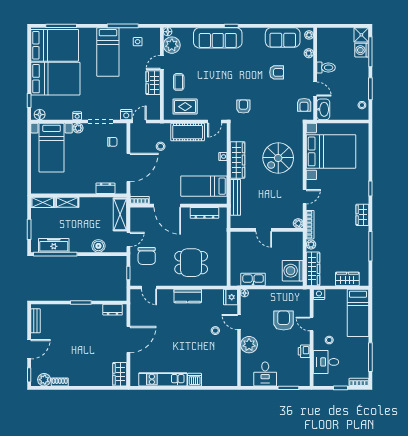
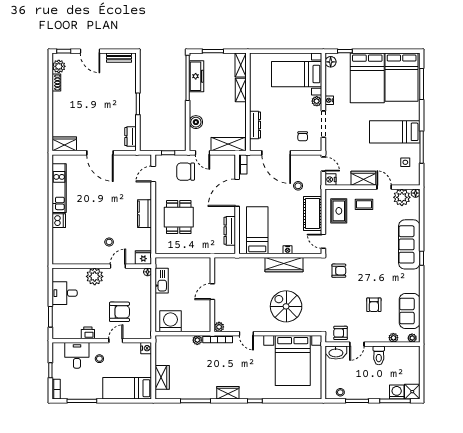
nightstand: (126, 115) -> (331, 179), moved
dresser: (105, 188) -> (255, 125), width x1.44
bench: (235, 197) -> (246, 263), removed
wardrobe: (313, 269) -> (172, 342), removed

